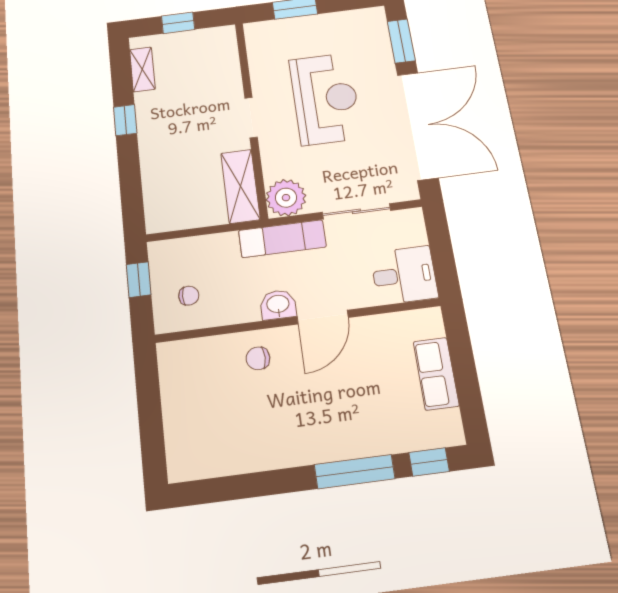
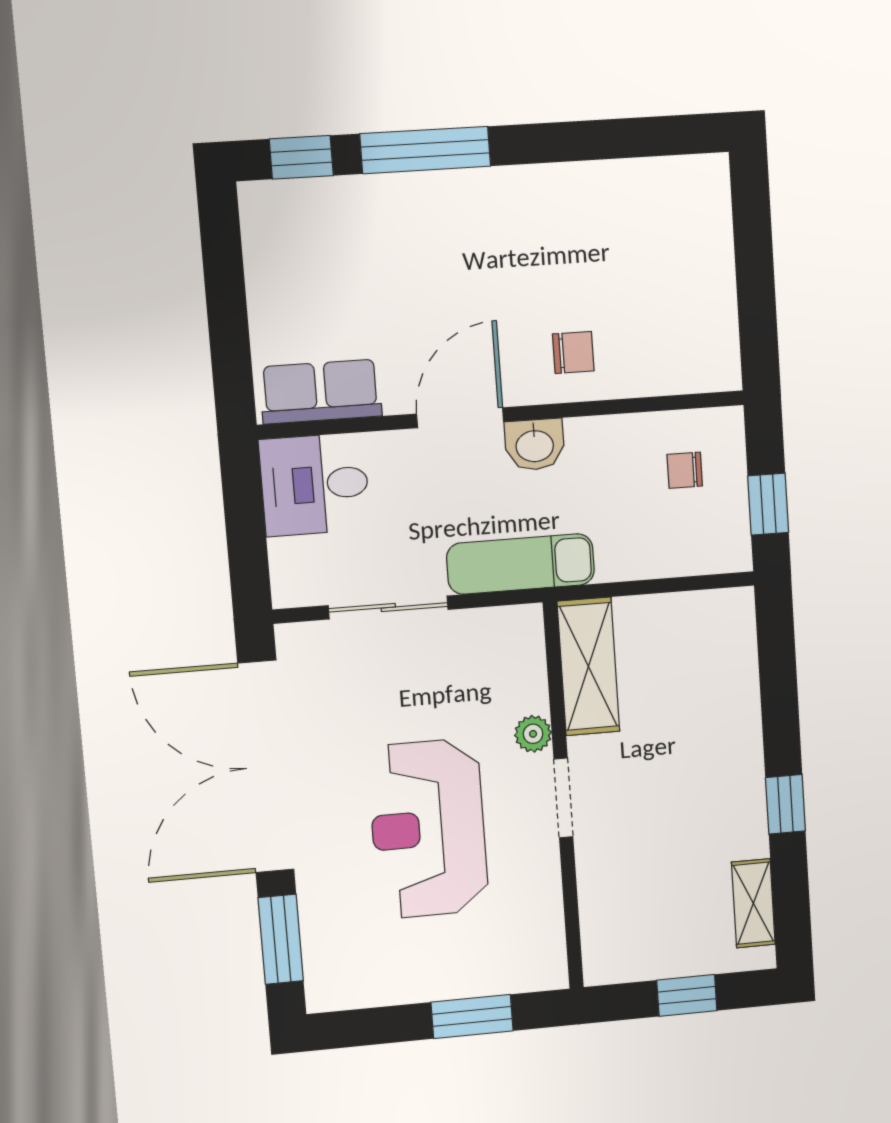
plant: (286, 198) -> (533, 734), moved, width x0.53, depth x0.53
row of seats: (436, 374) -> (321, 392), moved, turned -90

